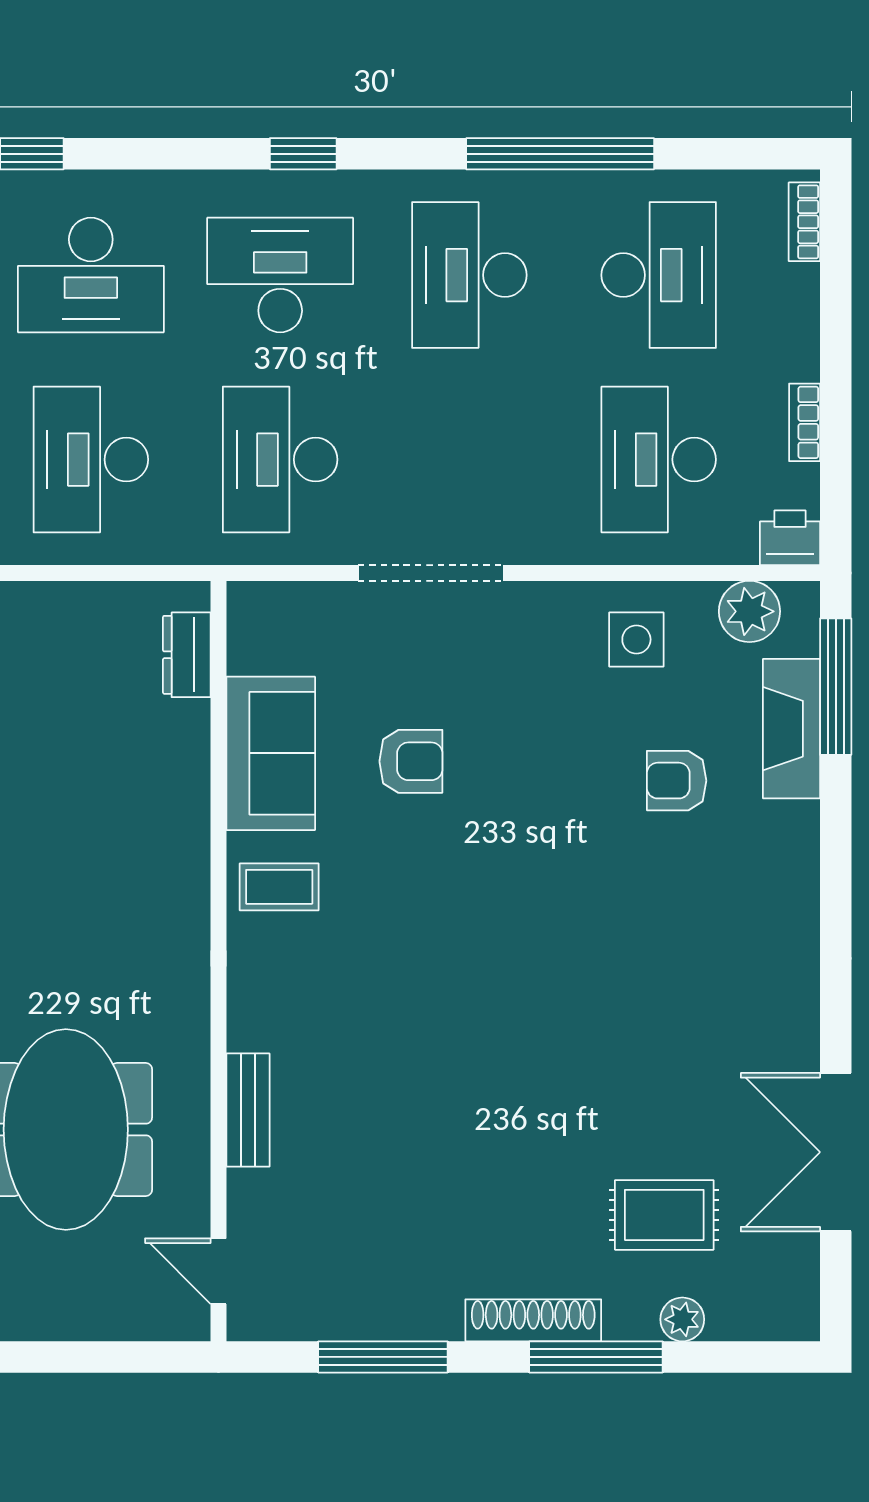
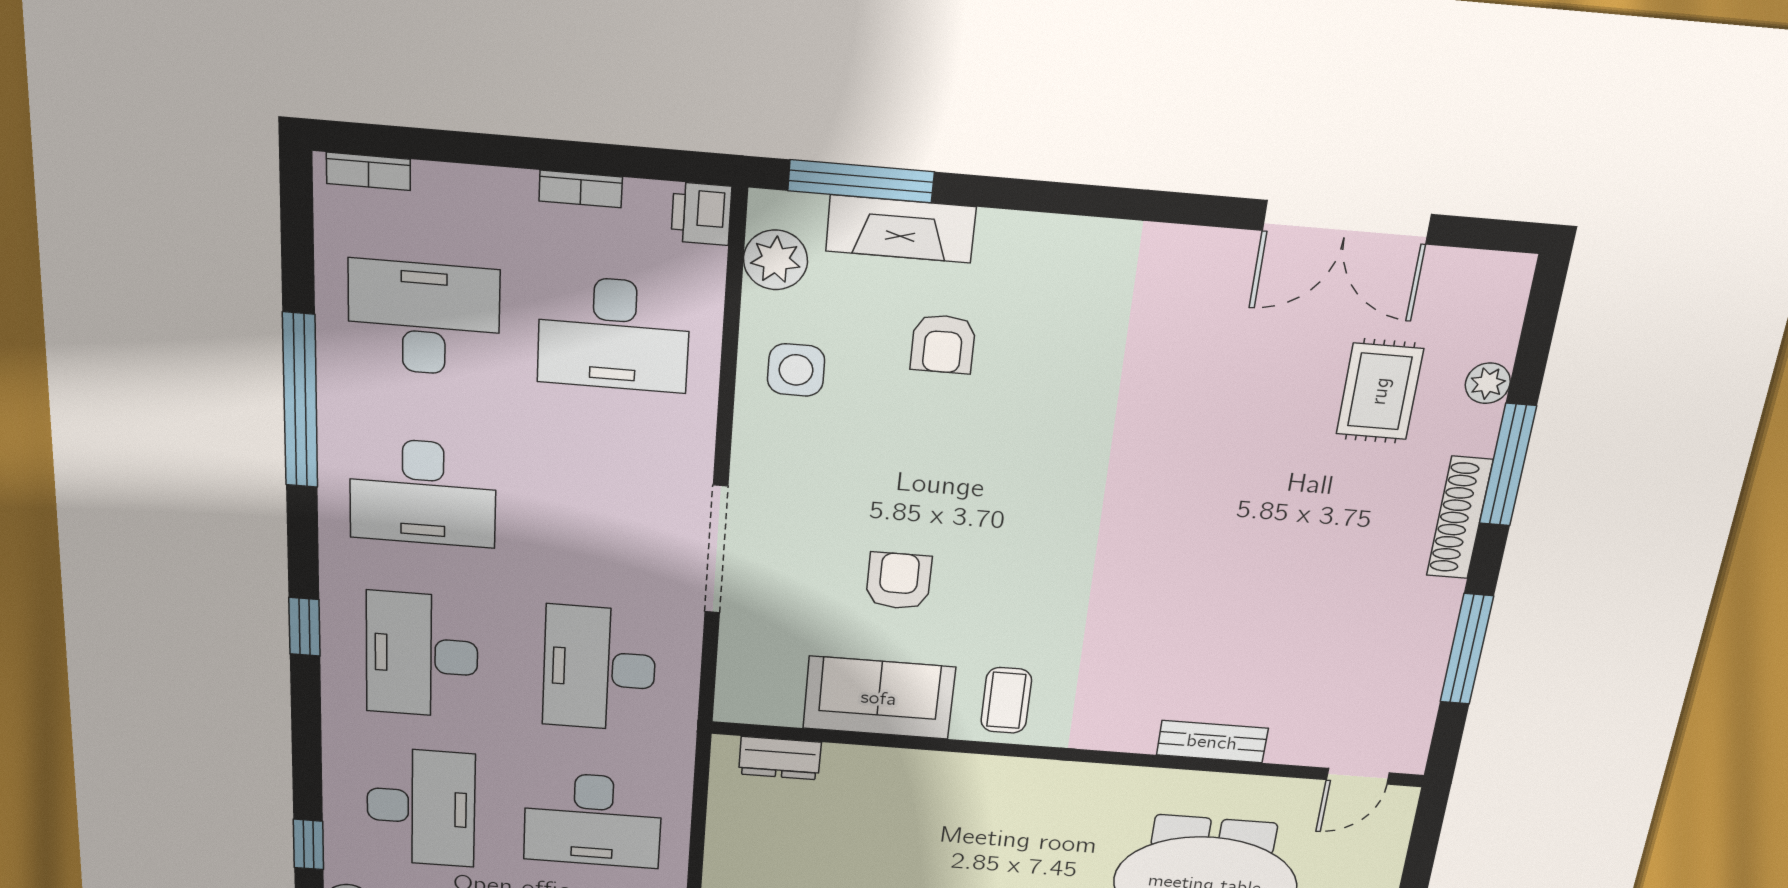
desk: (280, 460) -> (599, 669), turned 90

